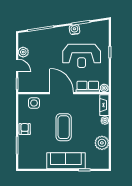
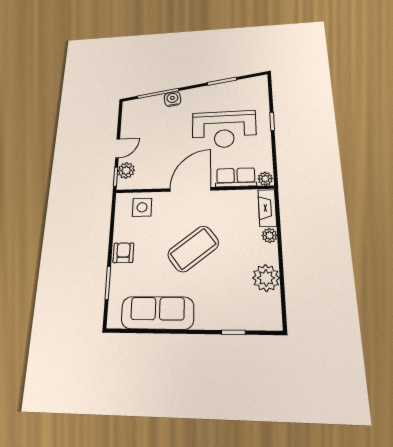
water cooler: (75, 30) -> (173, 99), moved
plant: (23, 52) -> (126, 170), moved
door: (17, 65) -> (118, 148), hinge flipped
door: (62, 93) -> (190, 189), hinge flipped
coffee table: (64, 127) -> (193, 249), turned 53
sofa: (66, 161) -> (157, 313), moved

